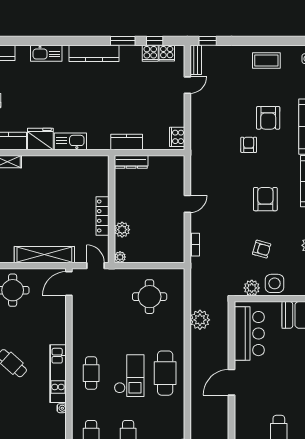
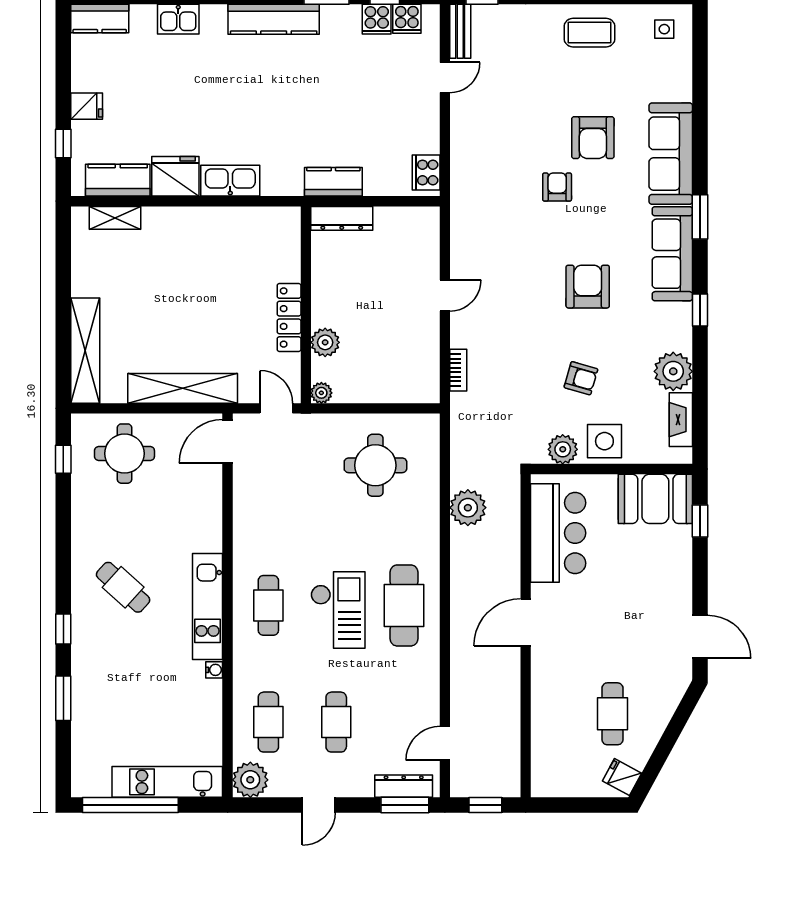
kitchen sink: (46, 53) -> (178, 19), width x0.73

